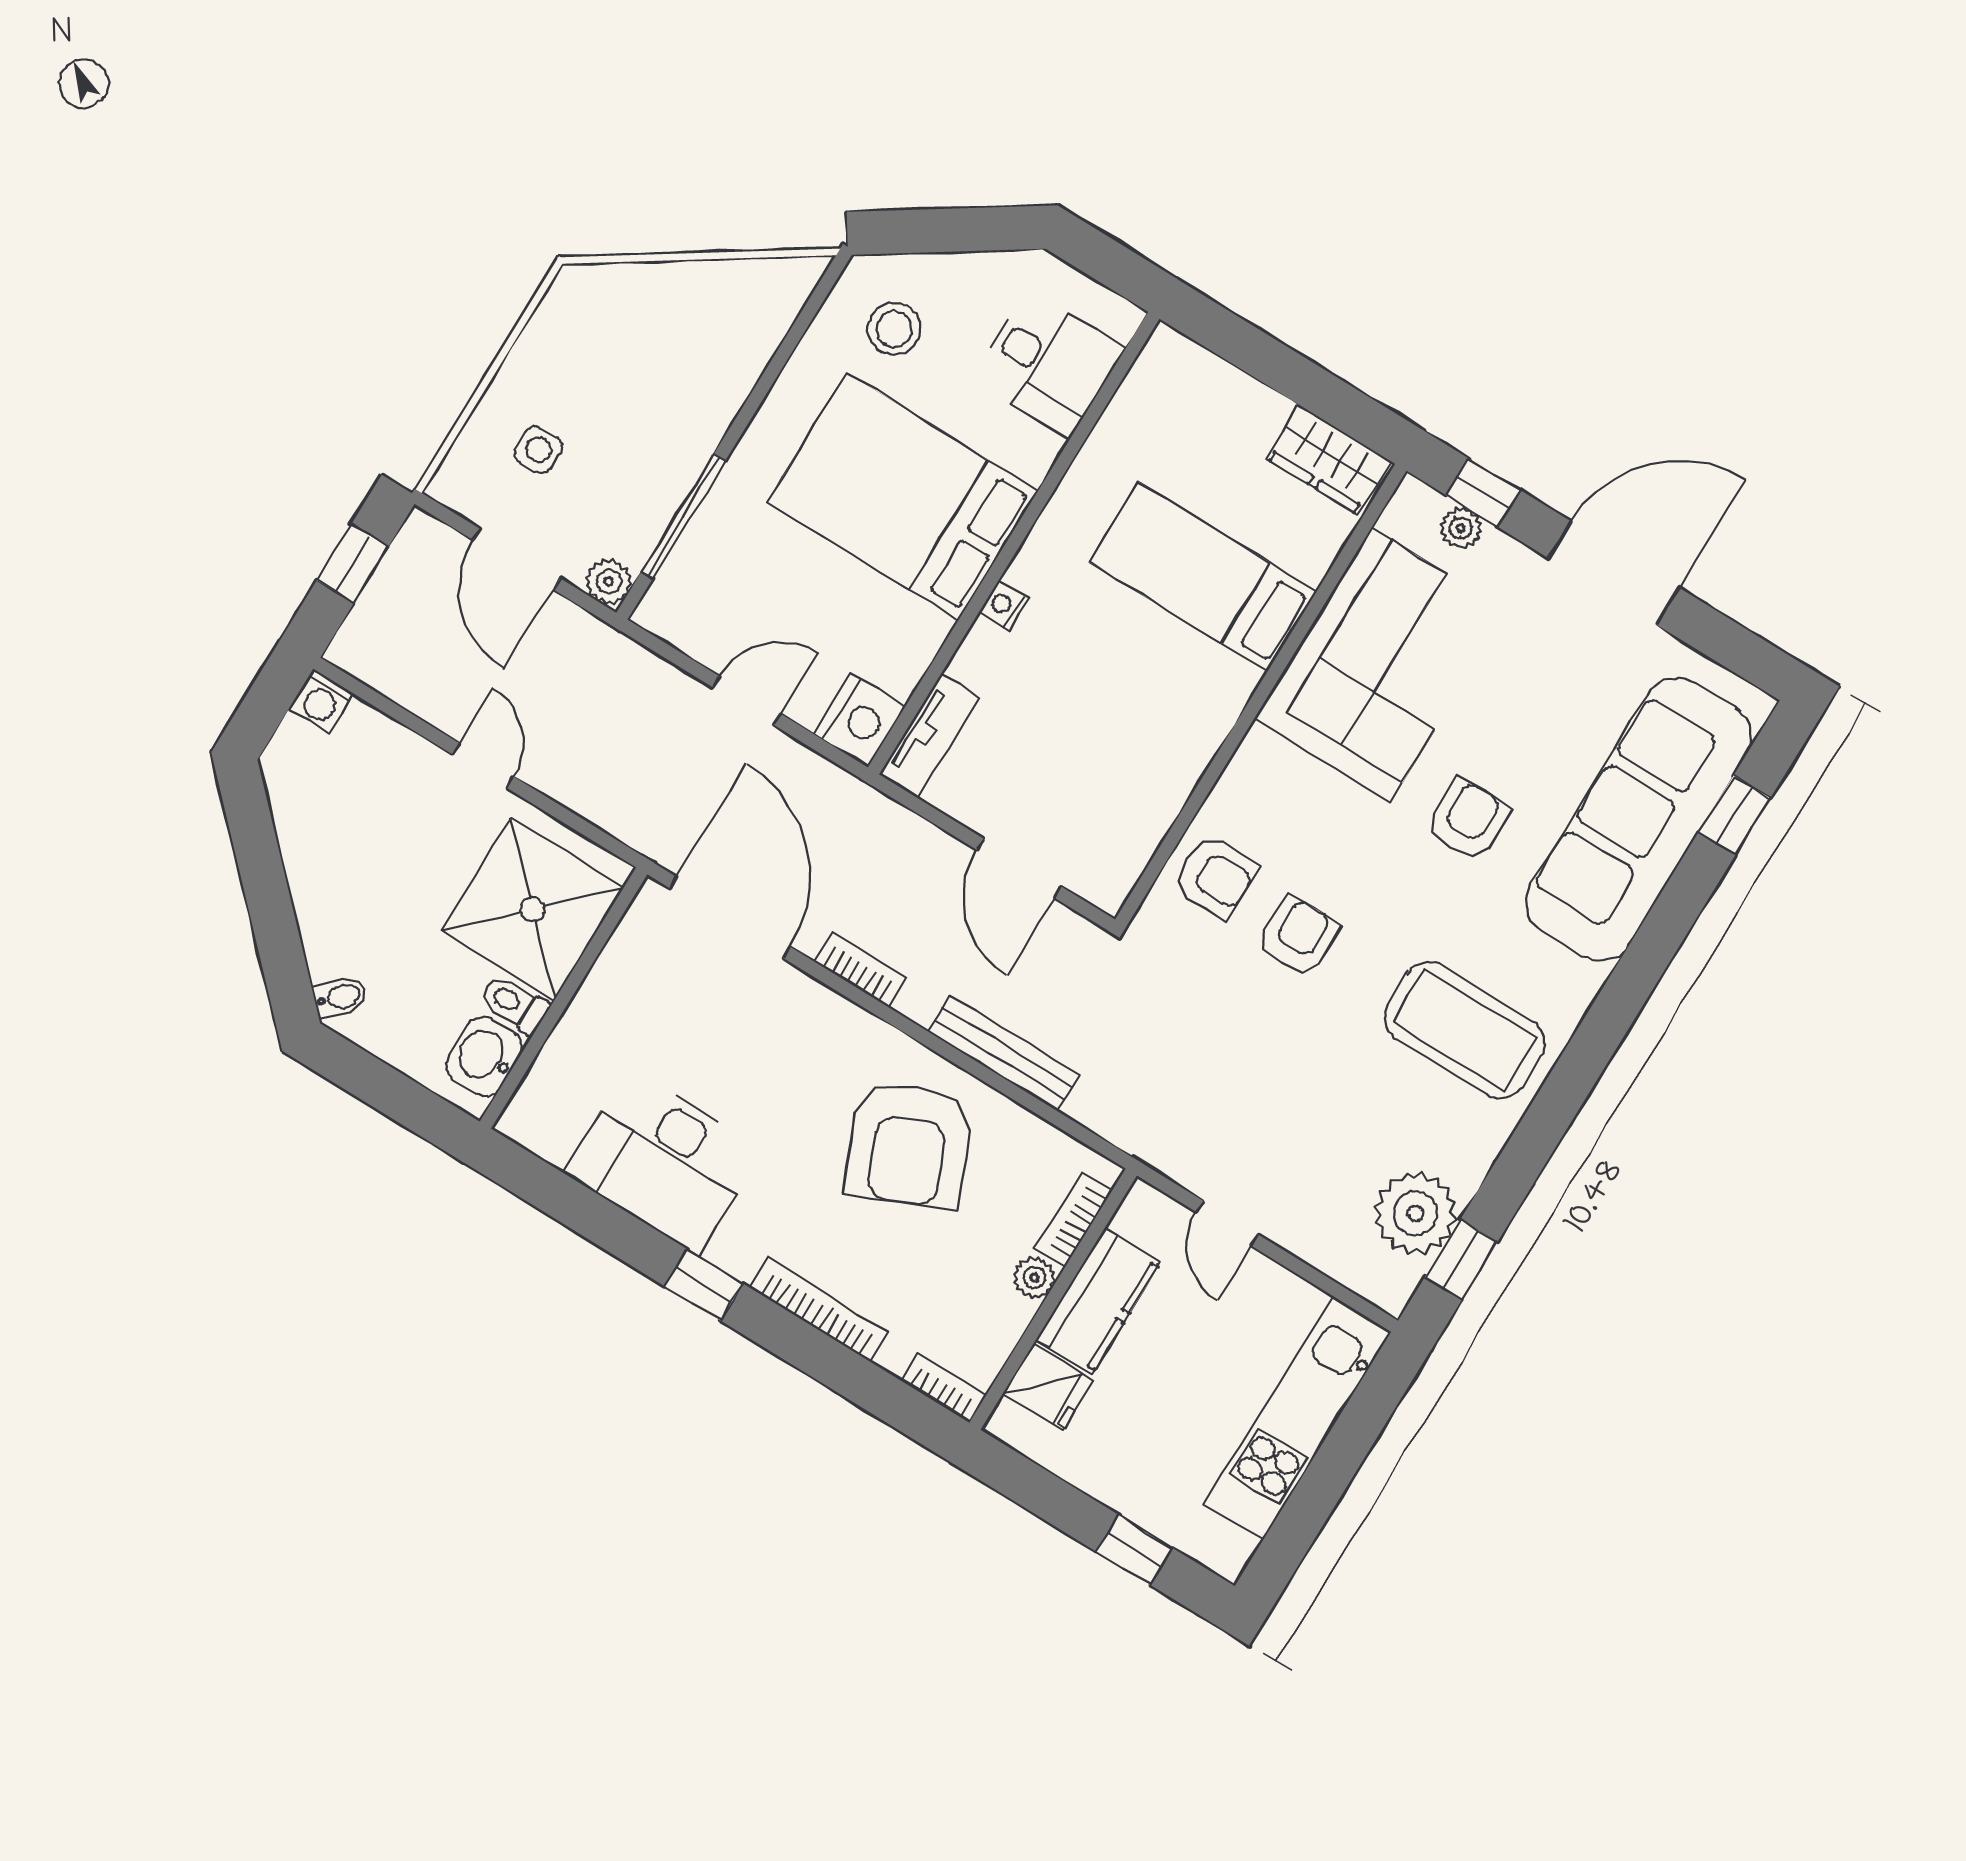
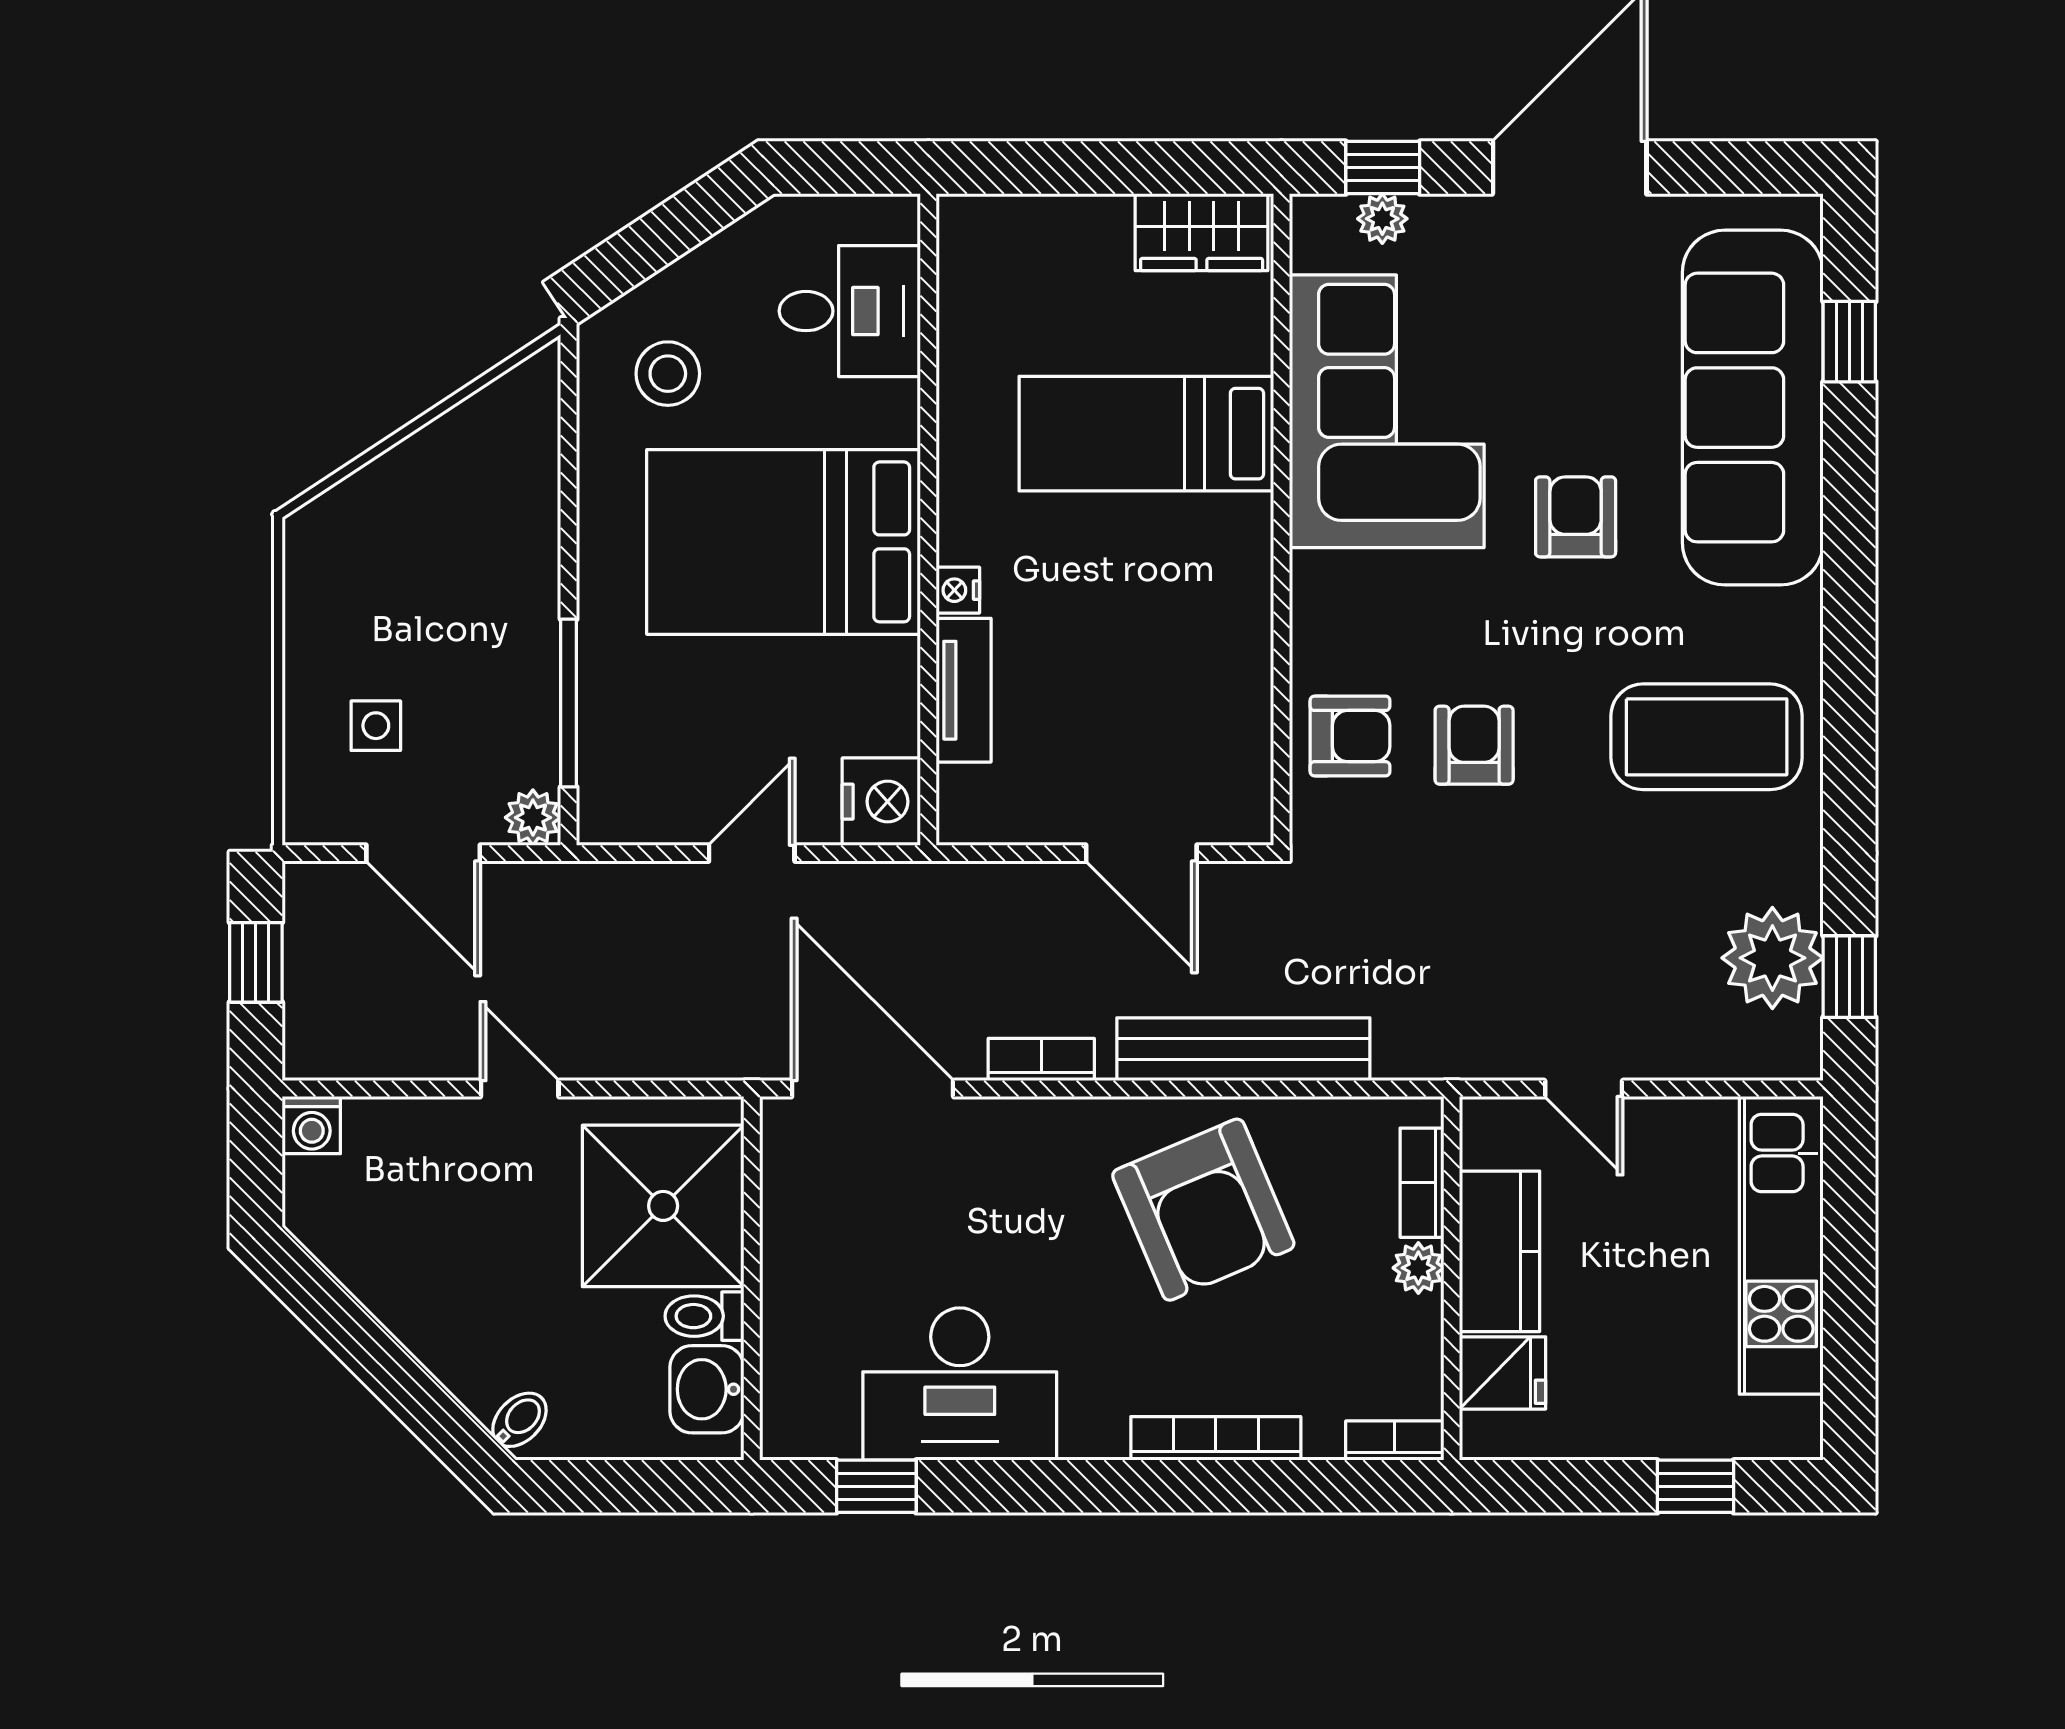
tv unit: (929, 736) -> (964, 690), moved
bench: (1004, 1053) -> (1243, 1049), width x1.37, depth x1.21
window: (704, 1285) -> (876, 1486), moved

